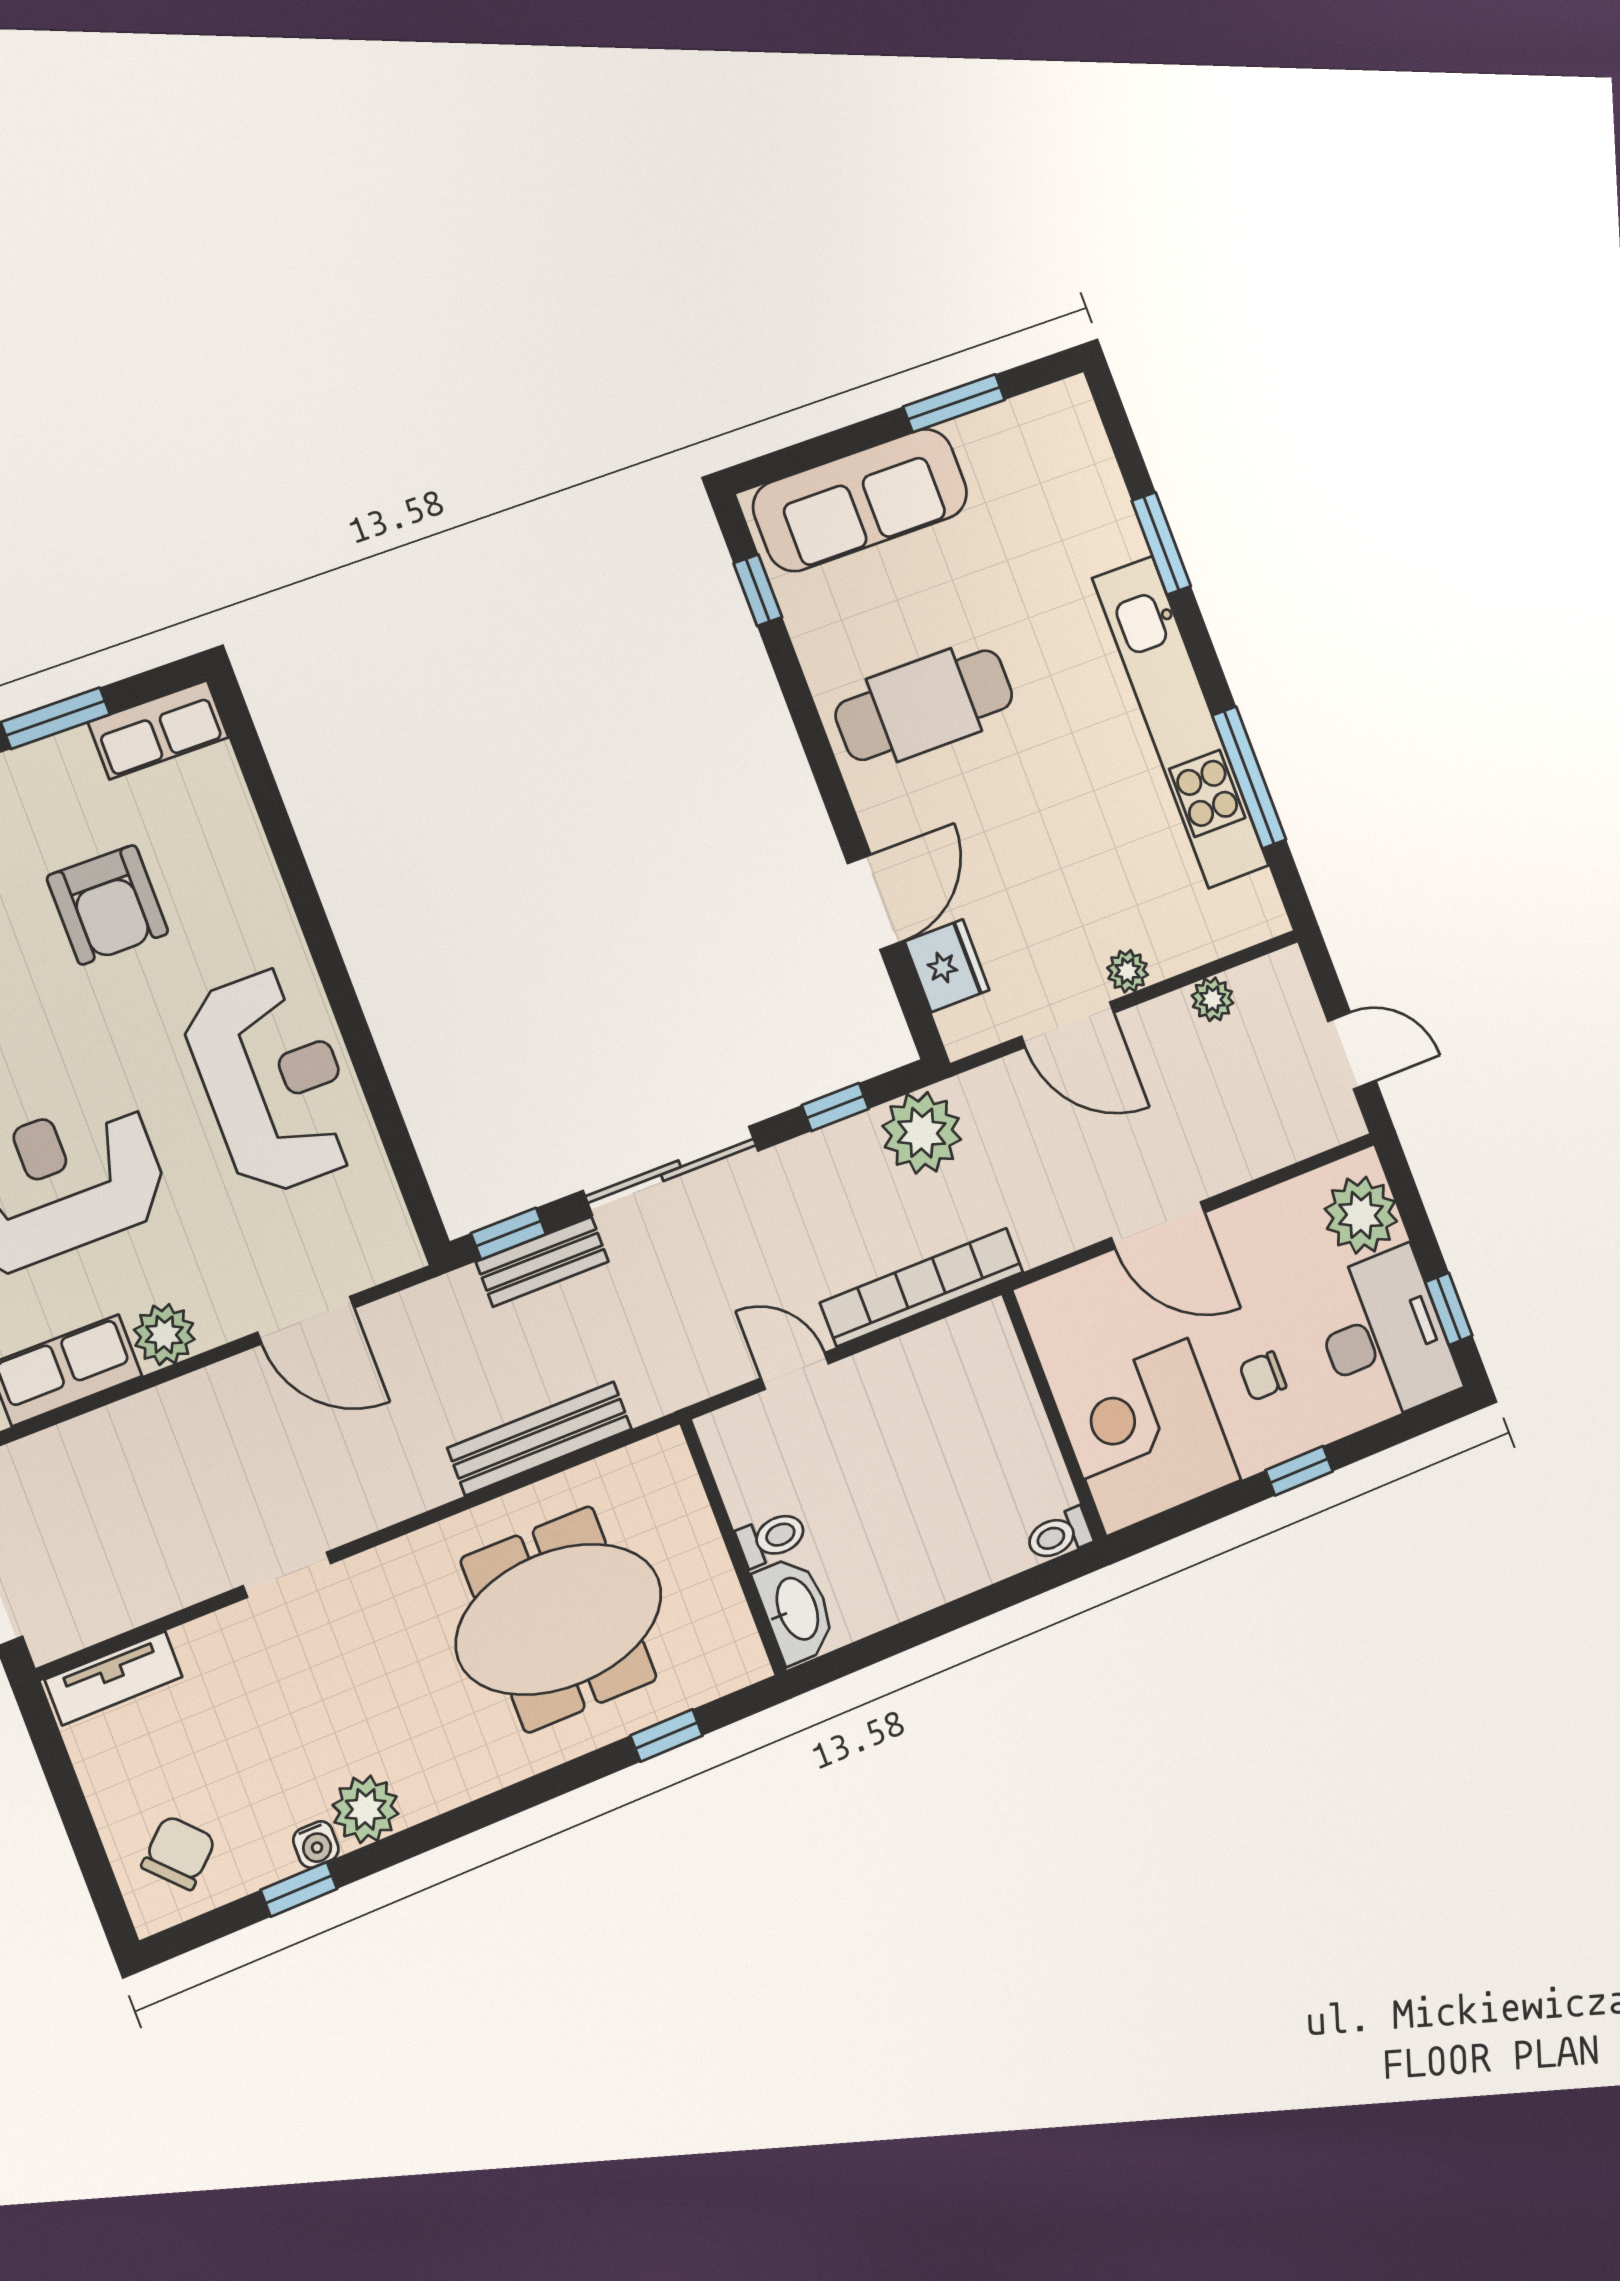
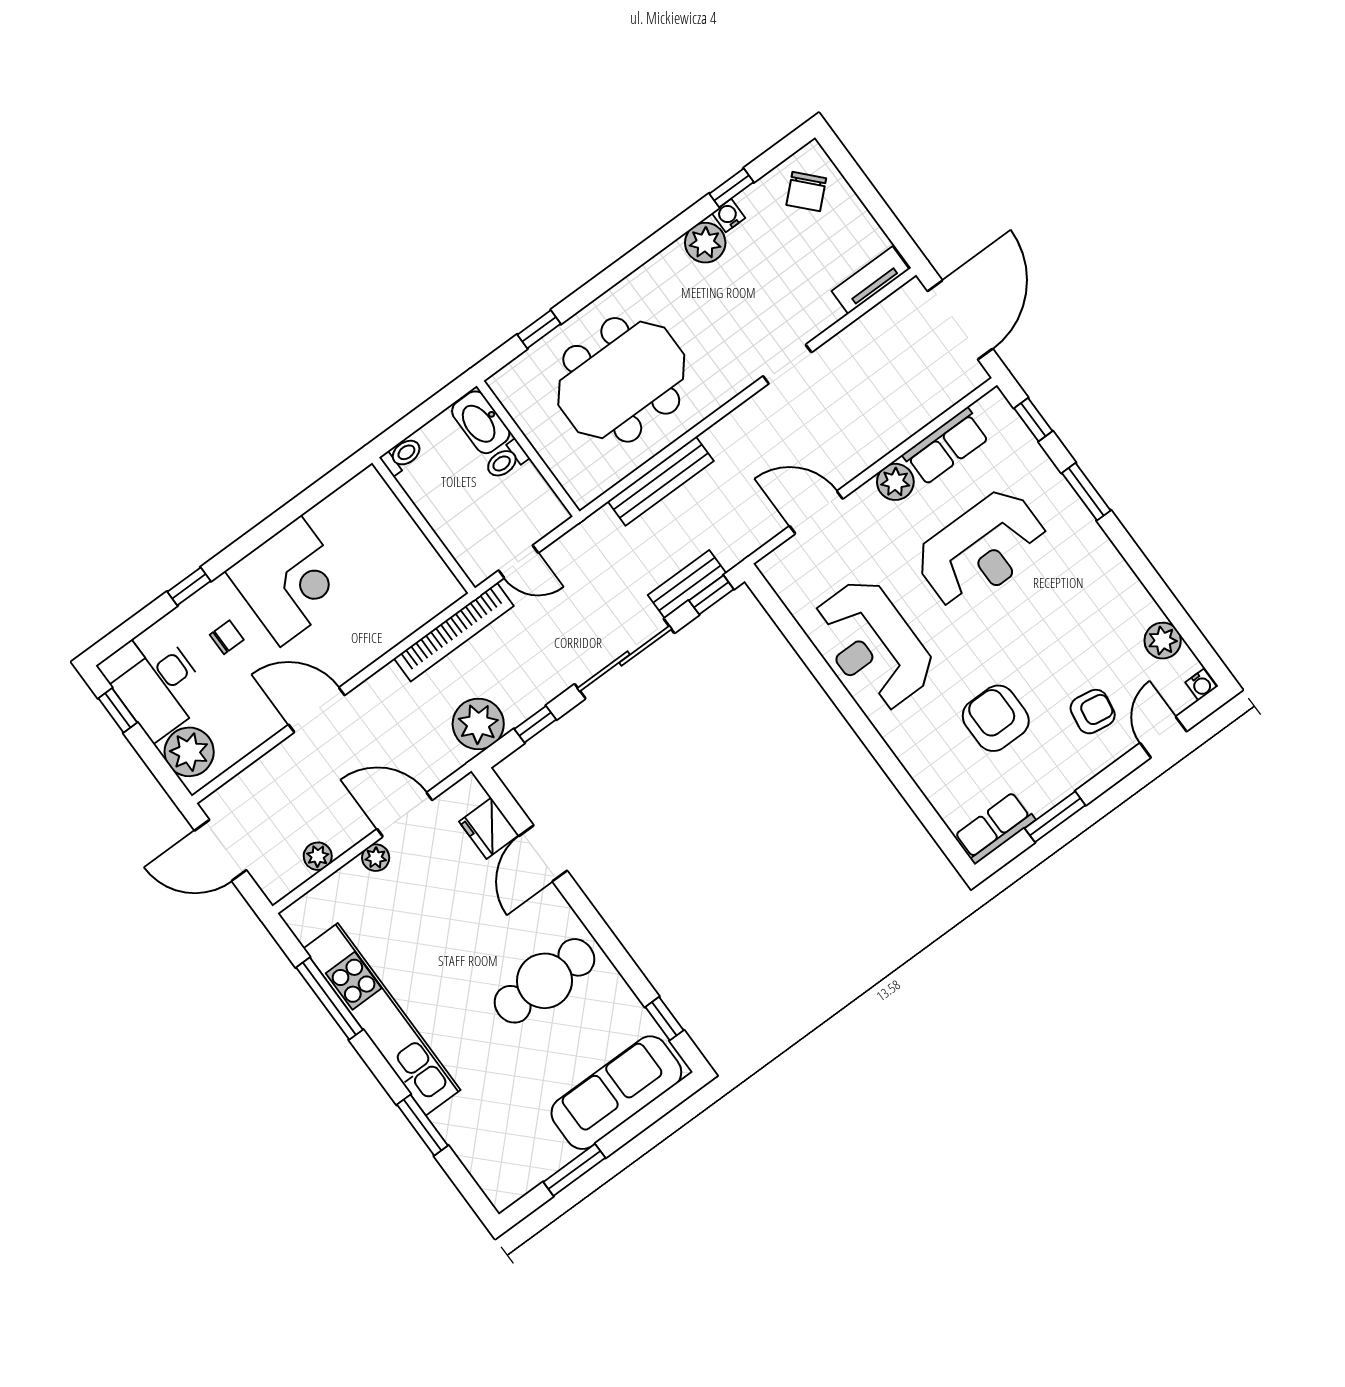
door: (1352, 1051) -> (221, 850), width x1.38
wall: (1054, 1416) -> (424, 525), moved
toilet: (1059, 1535) -> (402, 456), moved

